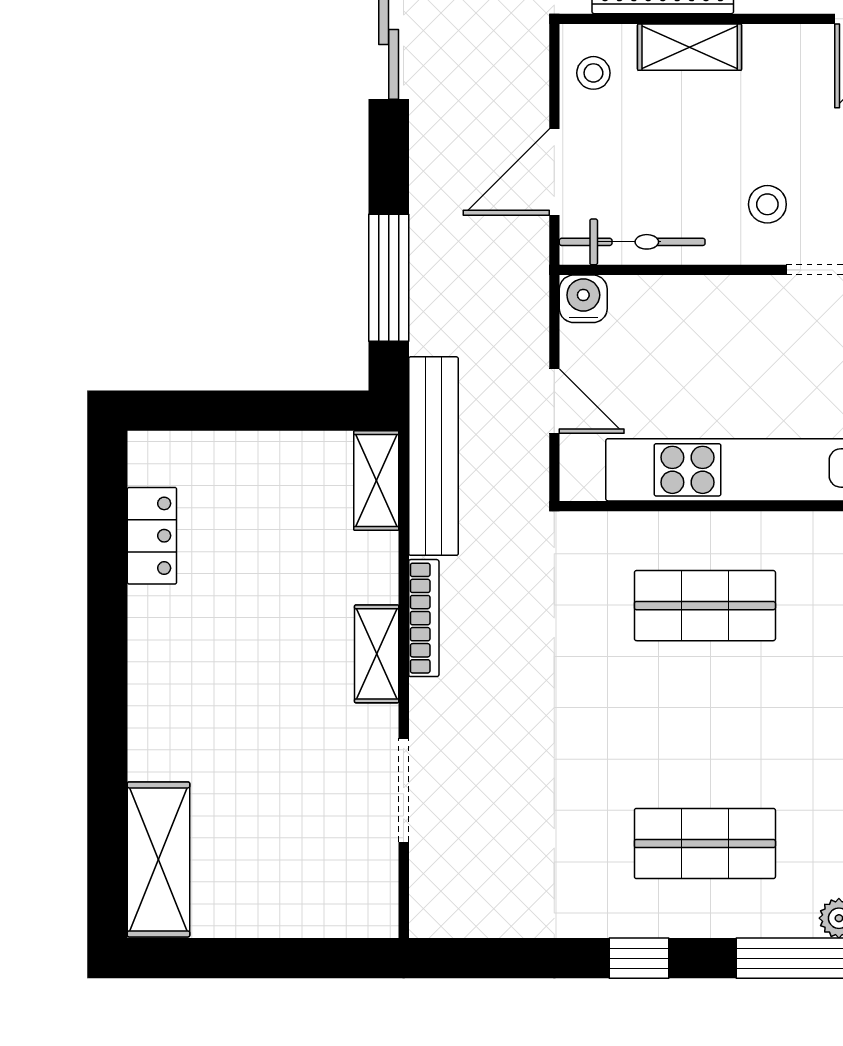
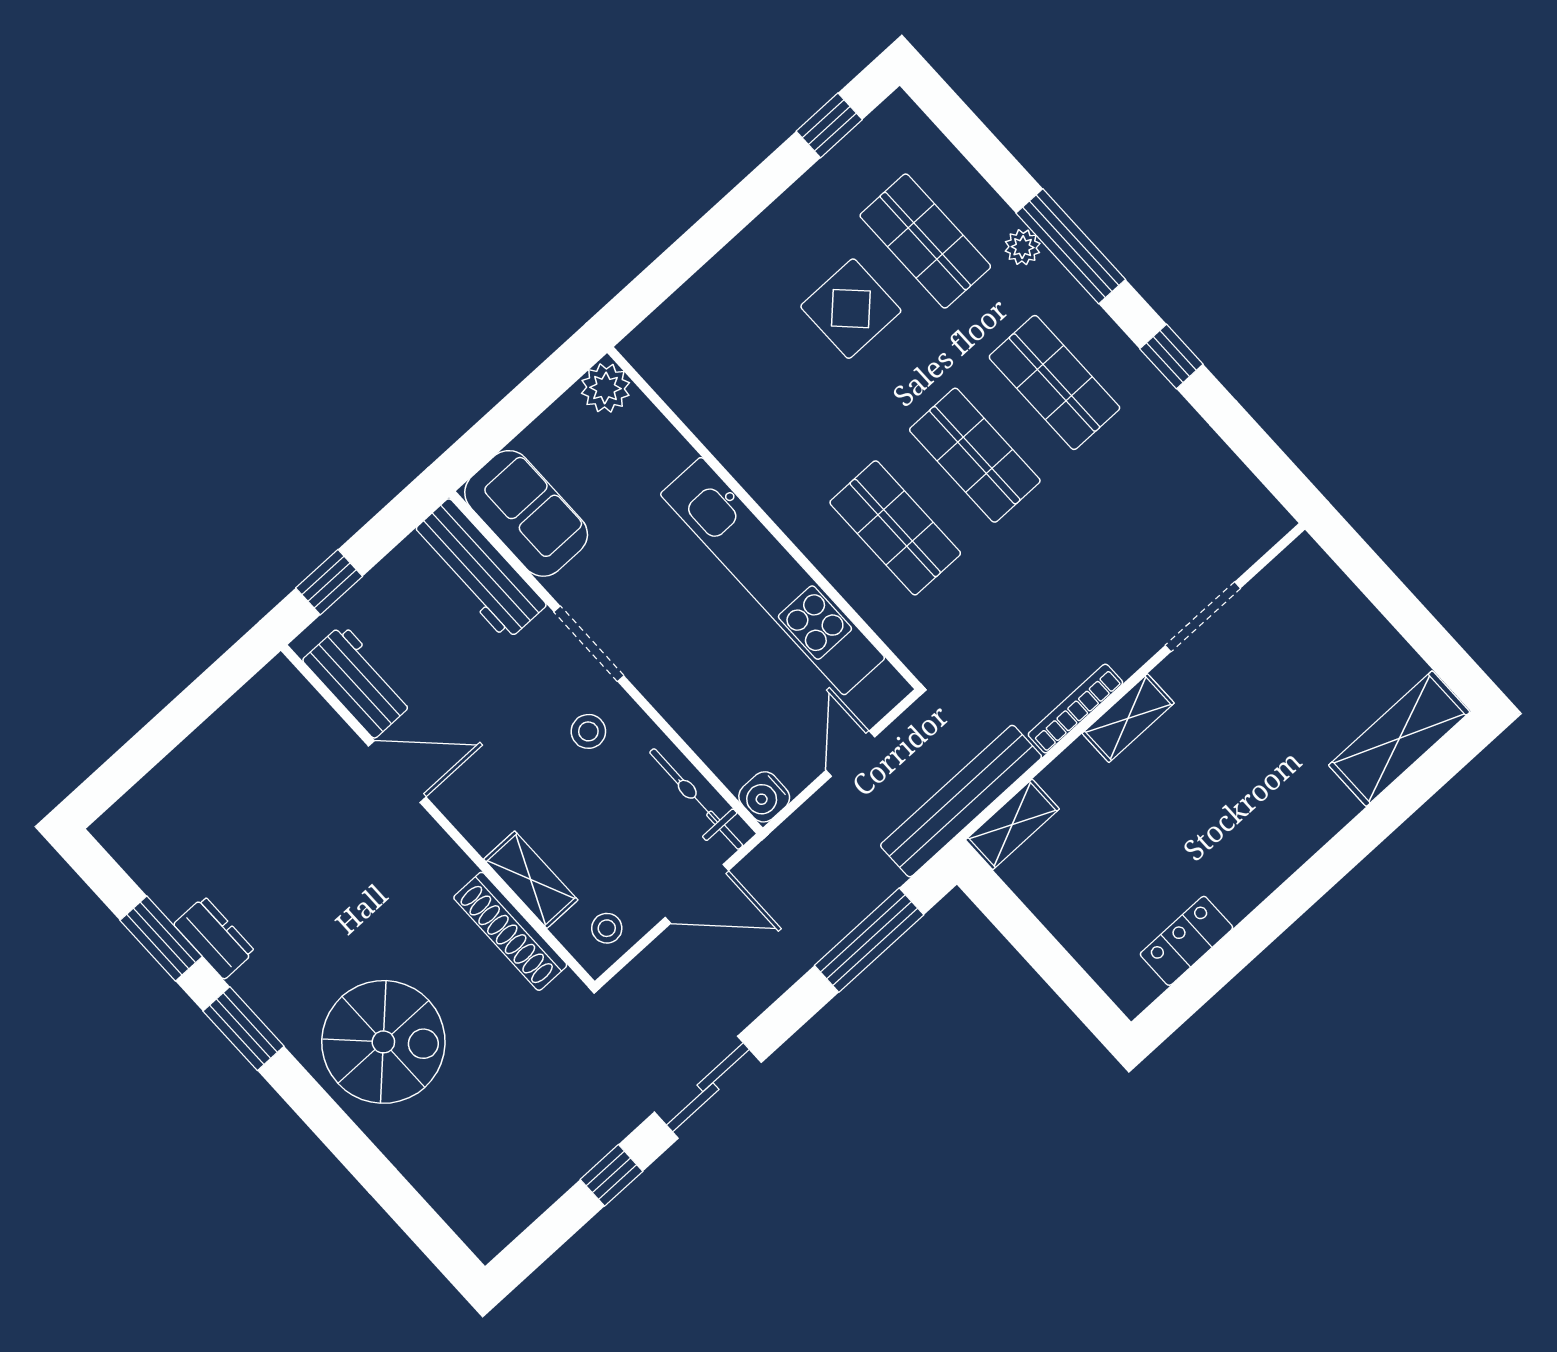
shop shelf: (705, 725) -> (975, 455), added

